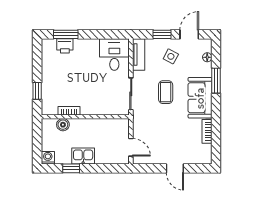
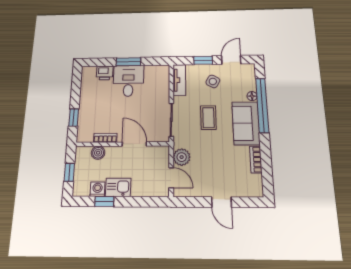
window: (66, 34) -> (128, 62), moved
desk: (114, 54) -> (128, 81), moved
floor lamp: (207, 57) -> (252, 96), moved
window: (216, 81) -> (262, 105), width x2.11
door: (97, 117) -> (134, 144), added
plant: (140, 129) -> (182, 157), added
window: (37, 143) -> (69, 172), added
washing machine: (48, 158) -> (97, 189), moved

